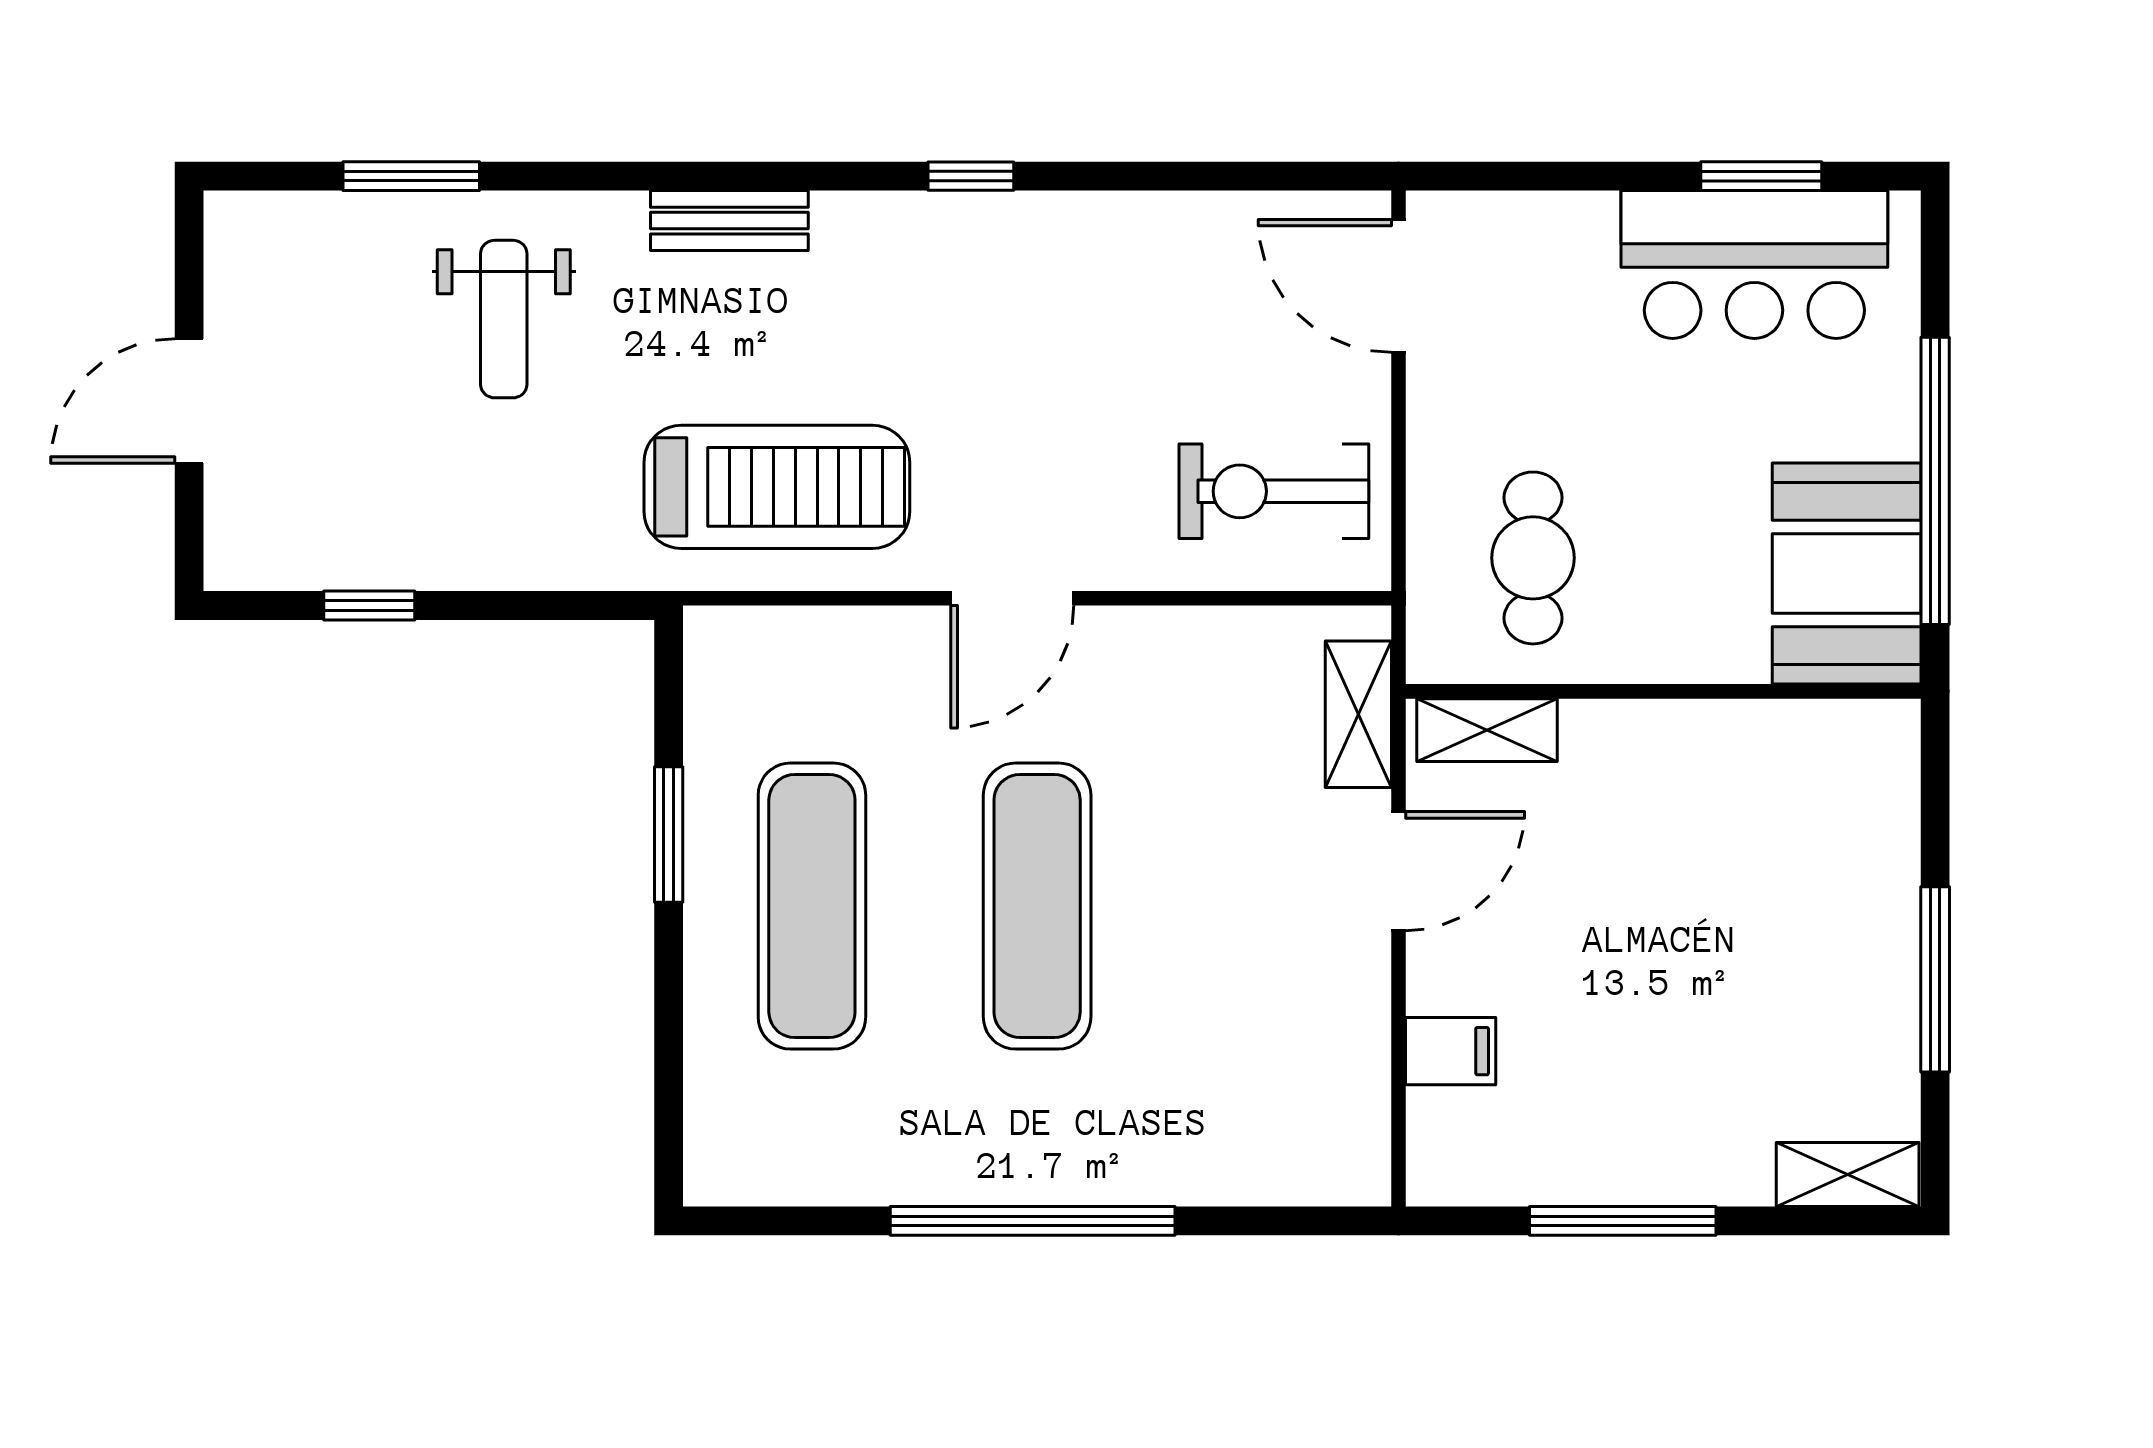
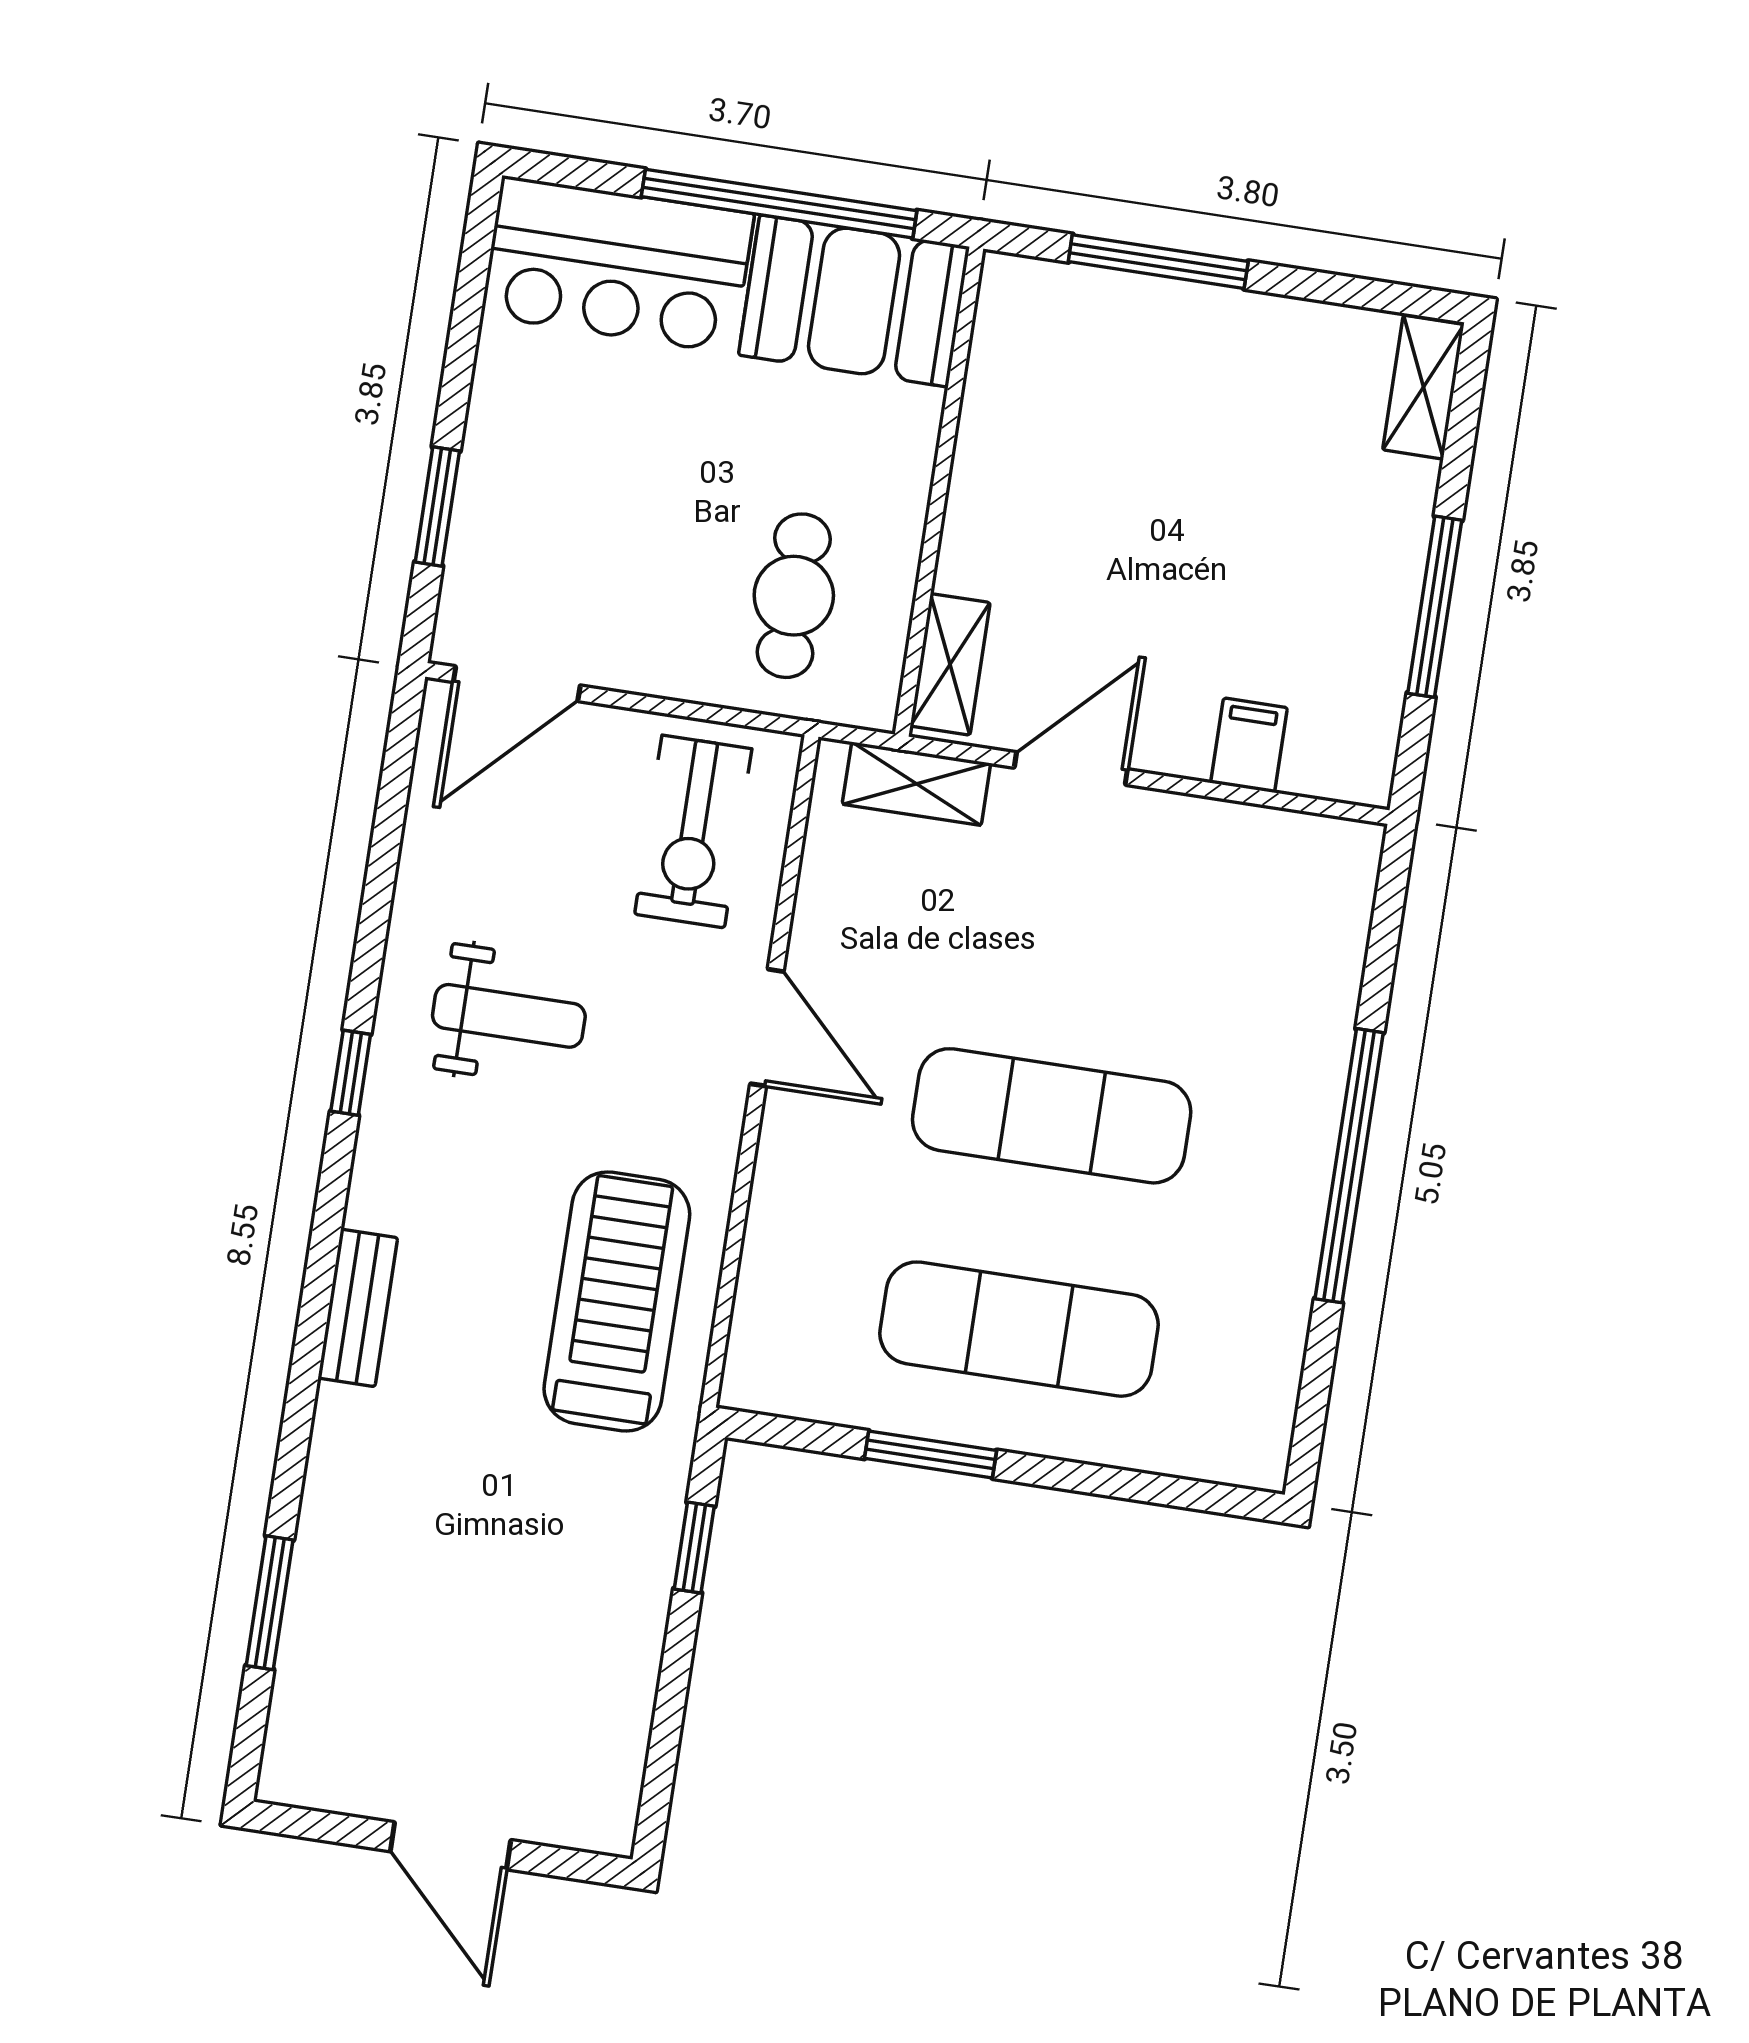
window: (1761, 176) -> (437, 506), moved
bar counter: (1754, 265) -> (618, 265), moved, turned 90
weight bench: (504, 319) -> (509, 1016), moved
cafe table: (1533, 558) -> (794, 596), turned 90
door: (1012, 598) -> (767, 1028), moved
window: (369, 605) -> (694, 1548), moved
door: (1398, 871) -> (1071, 768), hinge flipped
window: (1935, 979) -> (1158, 262), moved

